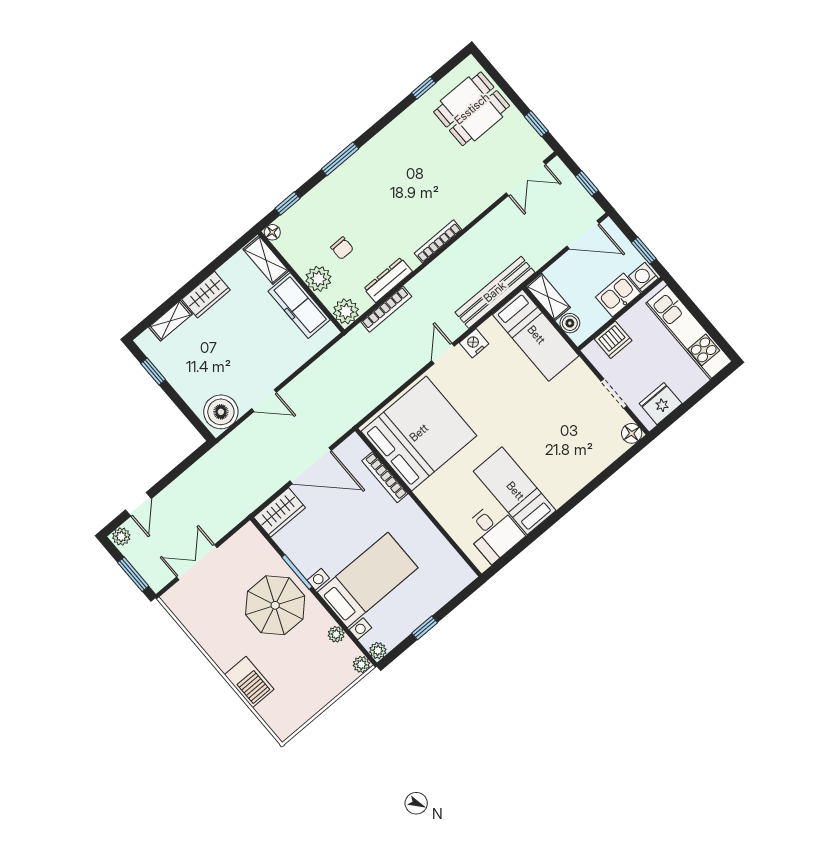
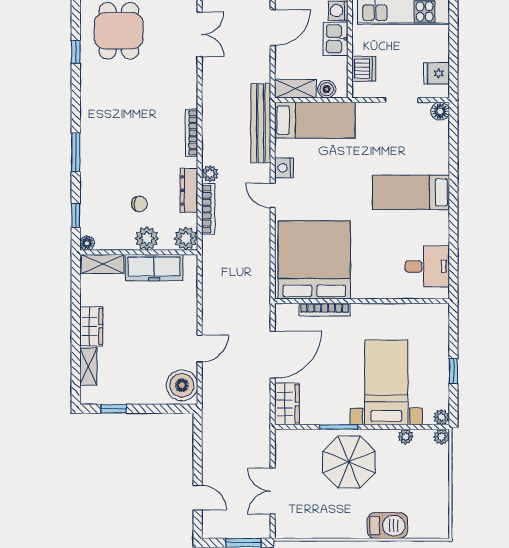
fridge: (661, 404) -> (437, 73), width x0.72
bed: (515, 491) -> (411, 192), moved
plant: (121, 537) -> (210, 174), moved

